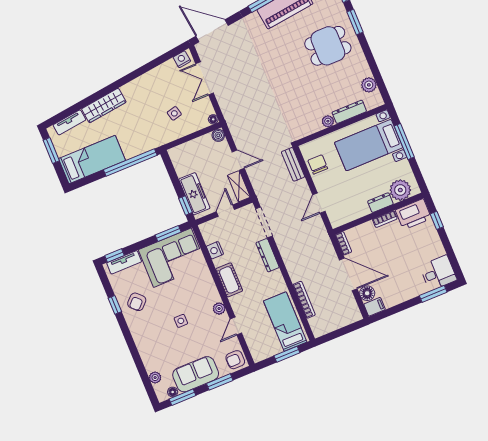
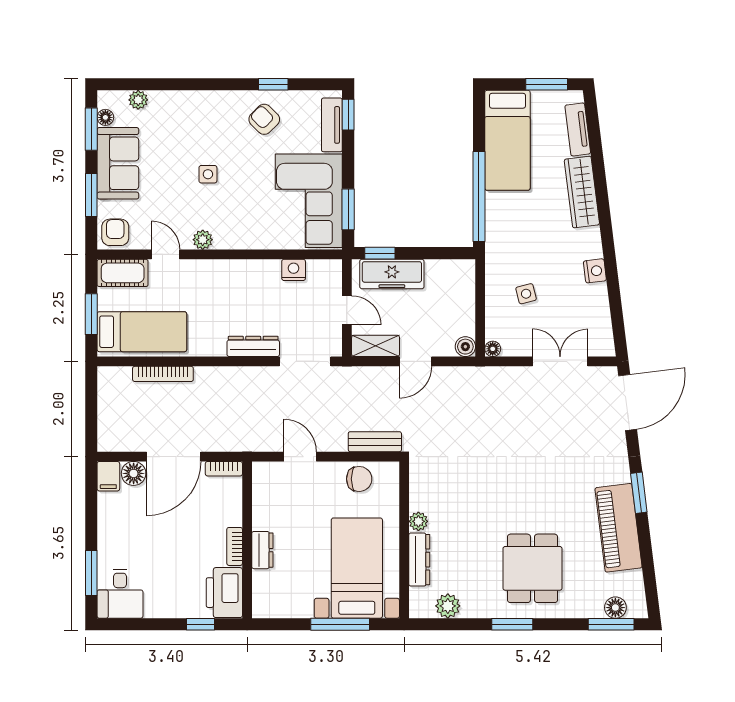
window: (355, 22) -> (512, 624), moved
nightstand: (182, 59) -> (595, 271), moved
plant: (400, 190) -> (269, 588), removed
cot: (229, 280) -> (123, 273), moved

